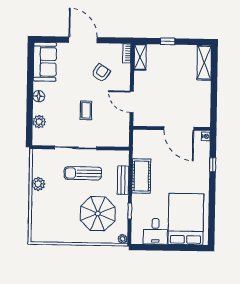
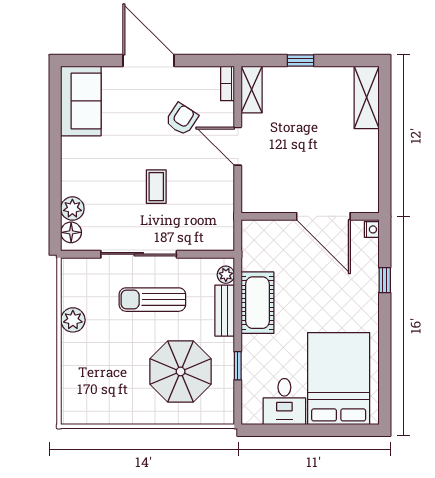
floor lamp: (39, 96) -> (71, 232), moved
door: (132, 102) -> (238, 146), moved
plant: (123, 239) -> (226, 275), moved

